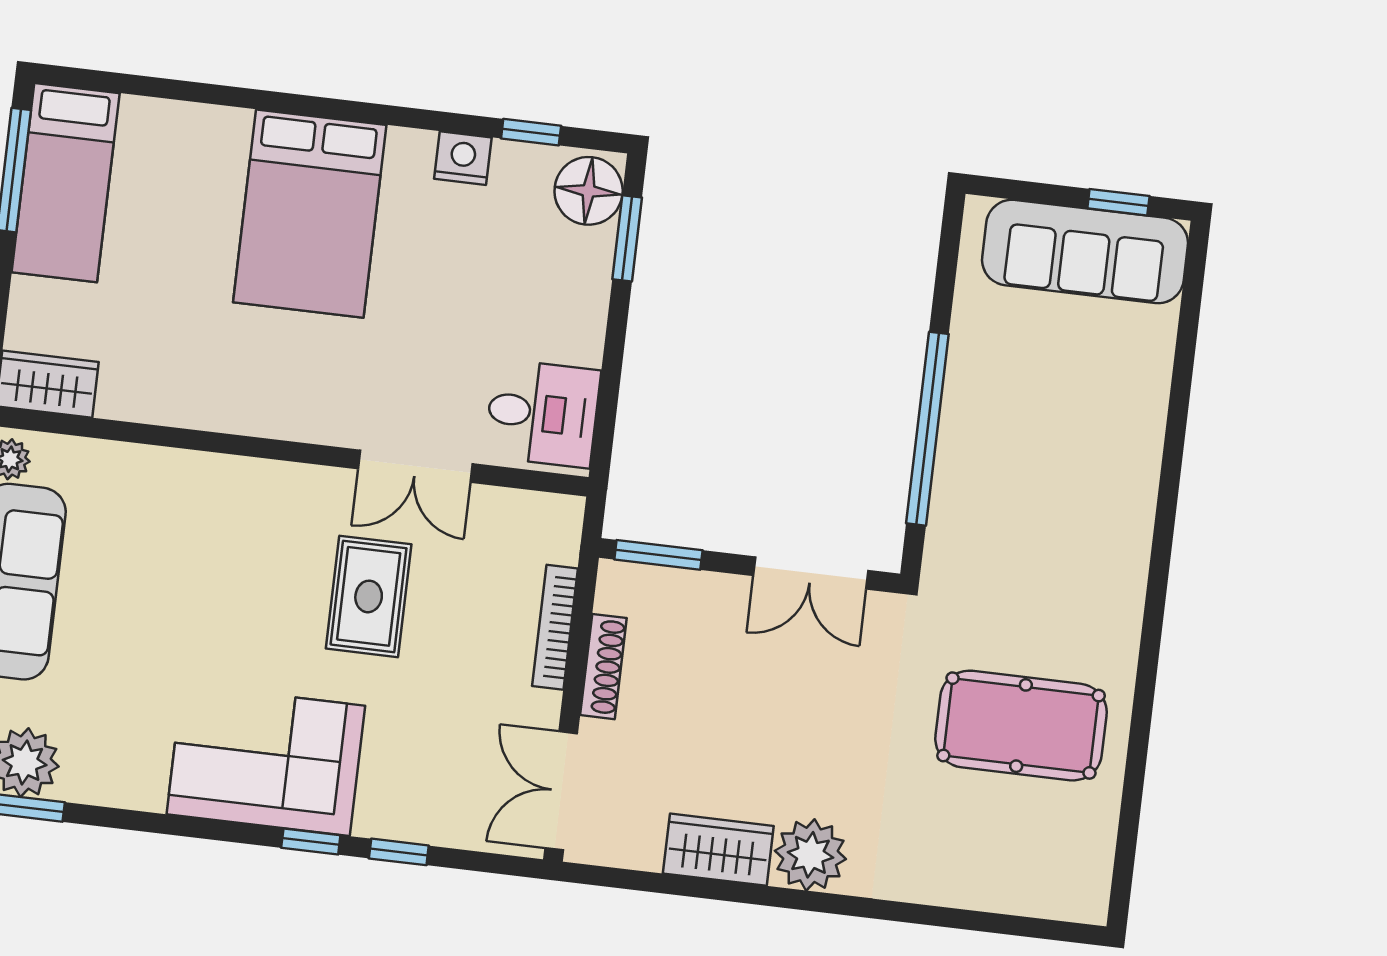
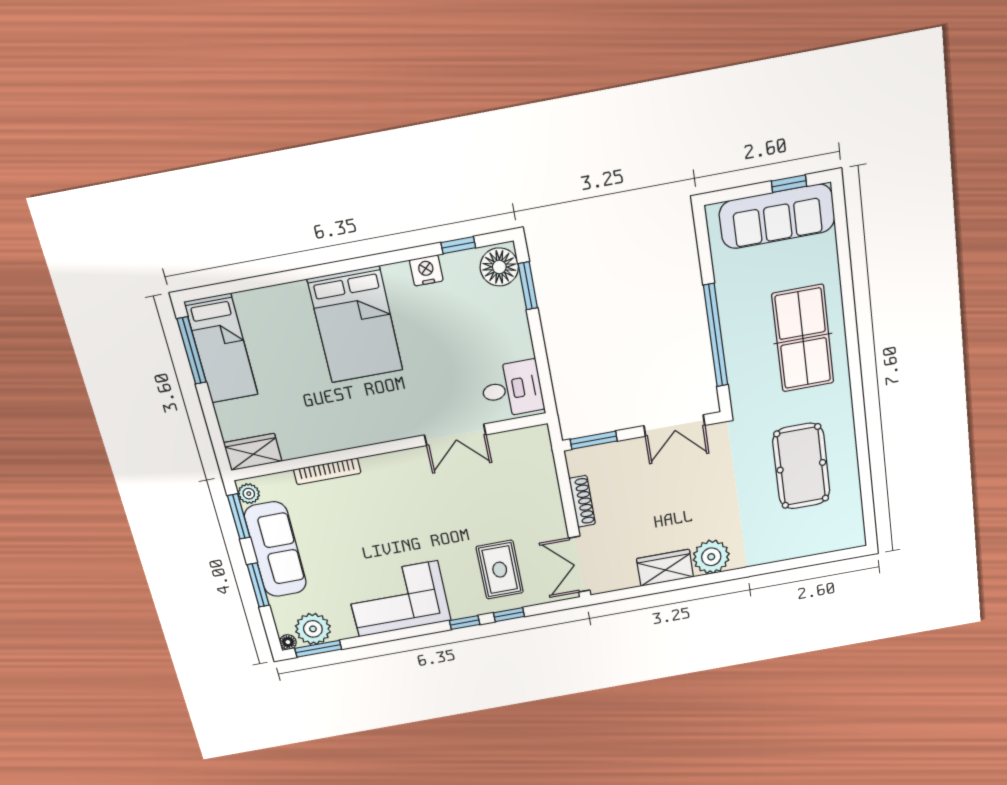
table tennis table: (1080, 483) -> (803, 338), added
rug: (369, 596) -> (500, 570), moved
bookcase: (555, 627) -> (327, 471), moved, turned -90
pool table: (1021, 726) -> (801, 466), turned 90
corner sofa: (266, 760) -> (398, 599), moved

